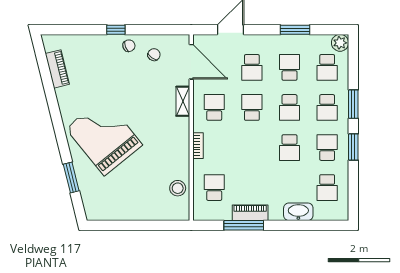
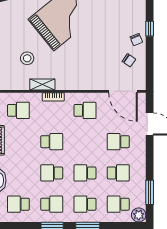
window: (295, 30) -> (150, 192), moved
door: (191, 62) -> (123, 91), hinge flipped
shelving: (183, 101) -> (42, 84), moved
school desk: (252, 107) -> (52, 142), moved
stool: (178, 188) -> (27, 58), moved

